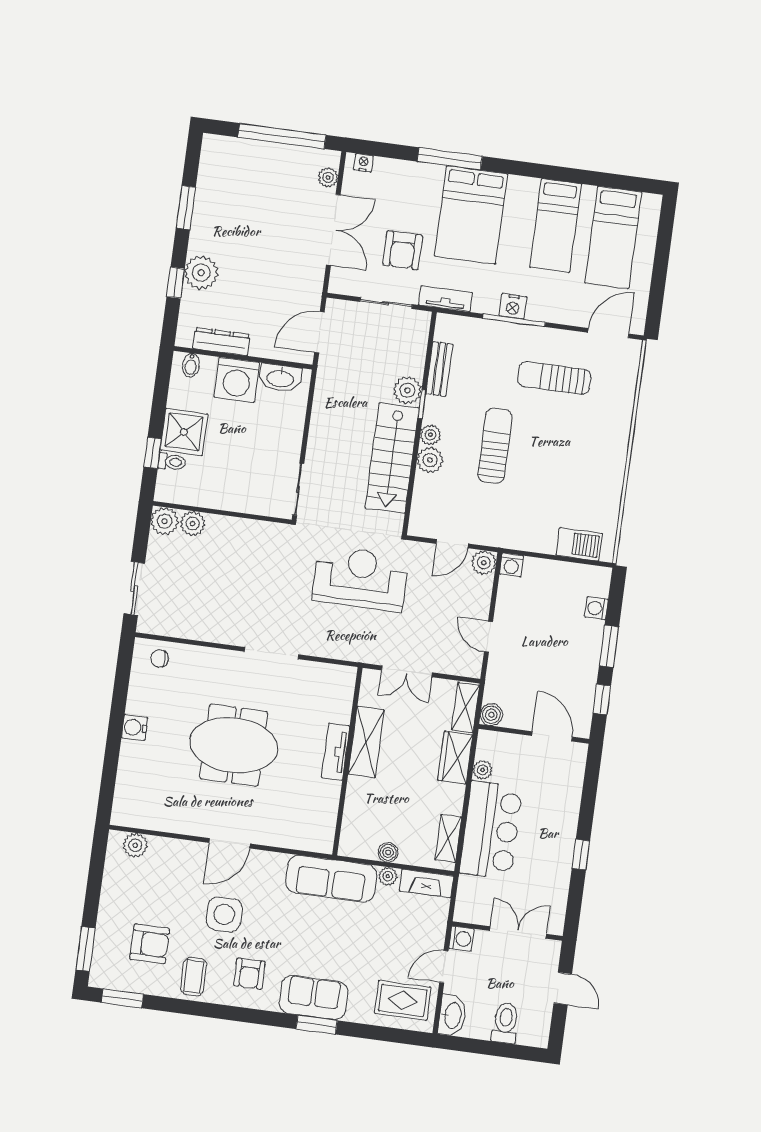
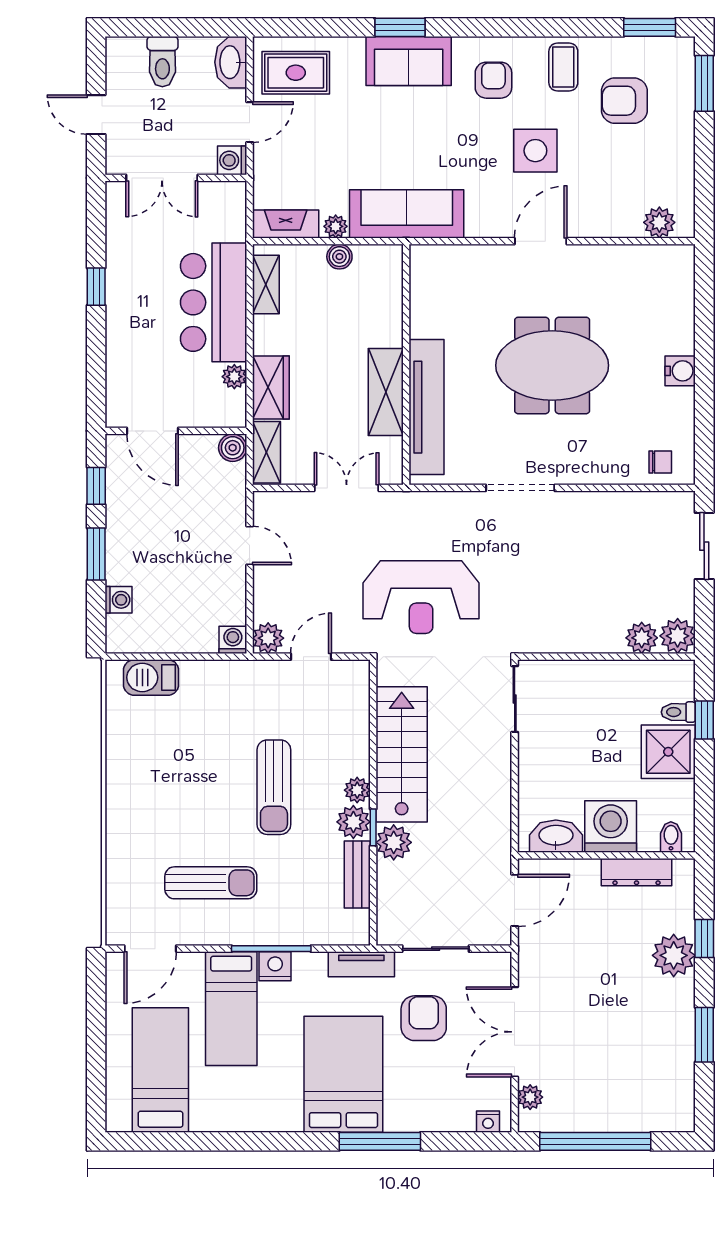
bed: (556, 225) -> (231, 1009), moved, turned 180
plant: (430, 460) -> (353, 822), moved
tv unit: (336, 752) -> (426, 407), width x1.92, depth x1.29

